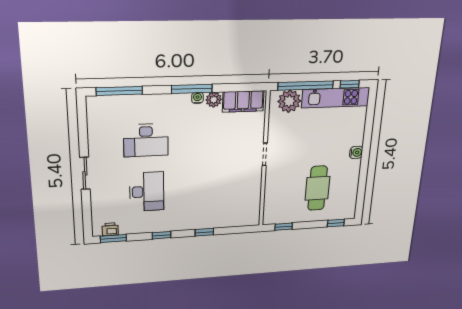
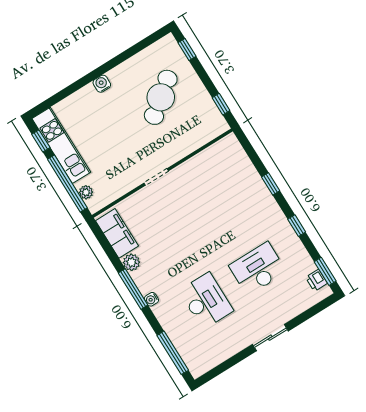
water cooler: (197, 98) -> (151, 299), moved
plant: (289, 101) -> (86, 192), width x0.53, depth x0.53
cafe table: (318, 188) -> (161, 97), turned -38

